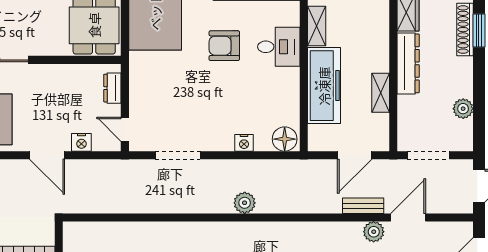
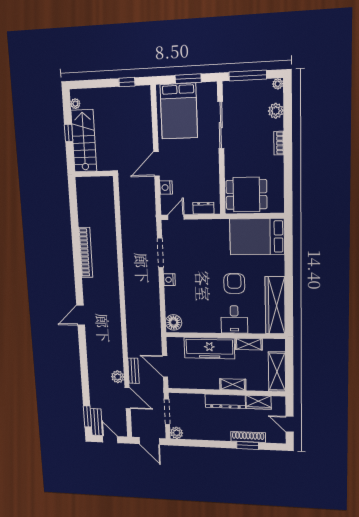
shelving: (381, 93) -> (233, 384), moved
plant: (463, 109) -> (177, 433), moved
nightstand: (244, 143) -> (169, 280), moved
plant: (245, 203) -> (131, 296), removed

